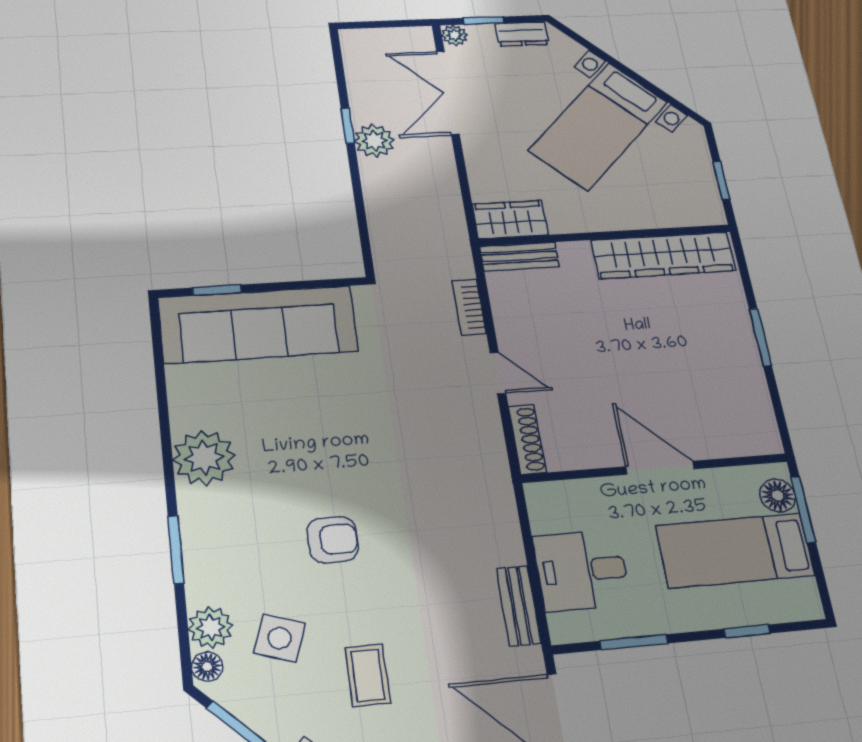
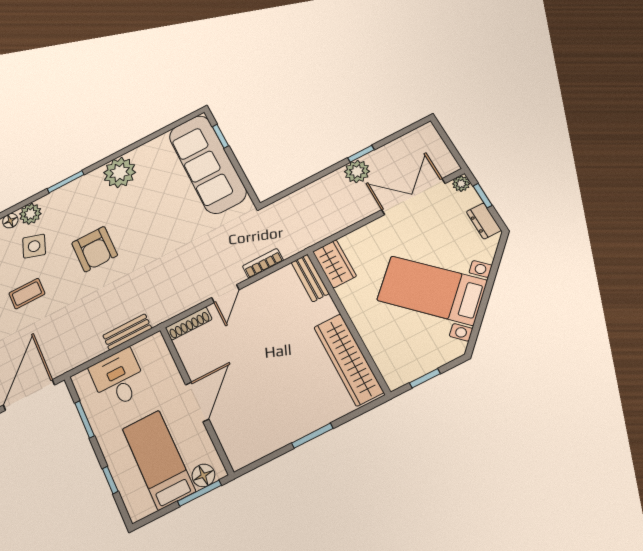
armchair: (333, 540) -> (95, 249), width x1.38, depth x1.38
bench: (519, 606) -> (127, 332), moved

